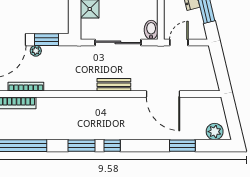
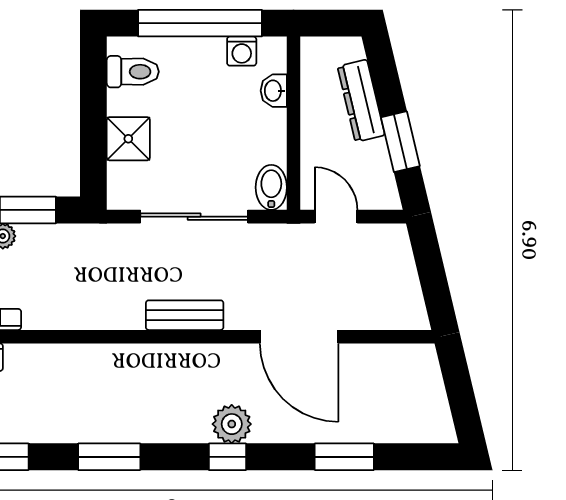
door: (179, 42) -> (336, 217), hinge flipped
plant: (215, 132) -> (232, 424), moved
window: (112, 146) -> (227, 457), moved

